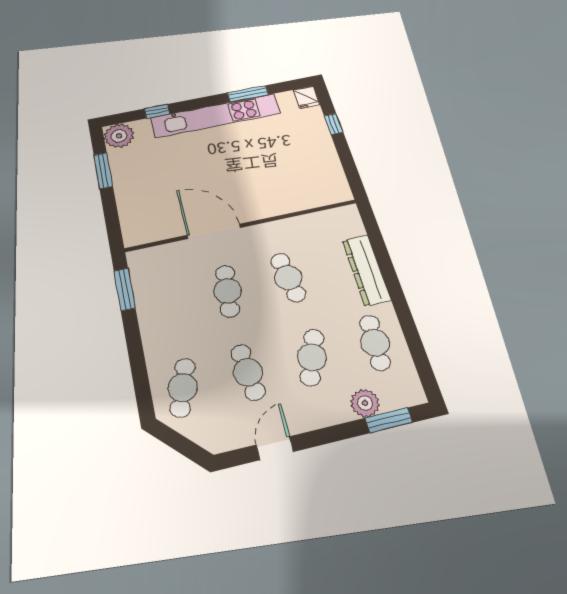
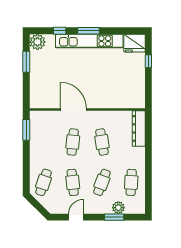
window: (248, 94) -> (89, 31), moved
fridge: (307, 97) -> (134, 43), width x1.88, depth x1.34
dresser: (366, 270) -> (139, 128), moved
window: (389, 420) -> (114, 217), moved

